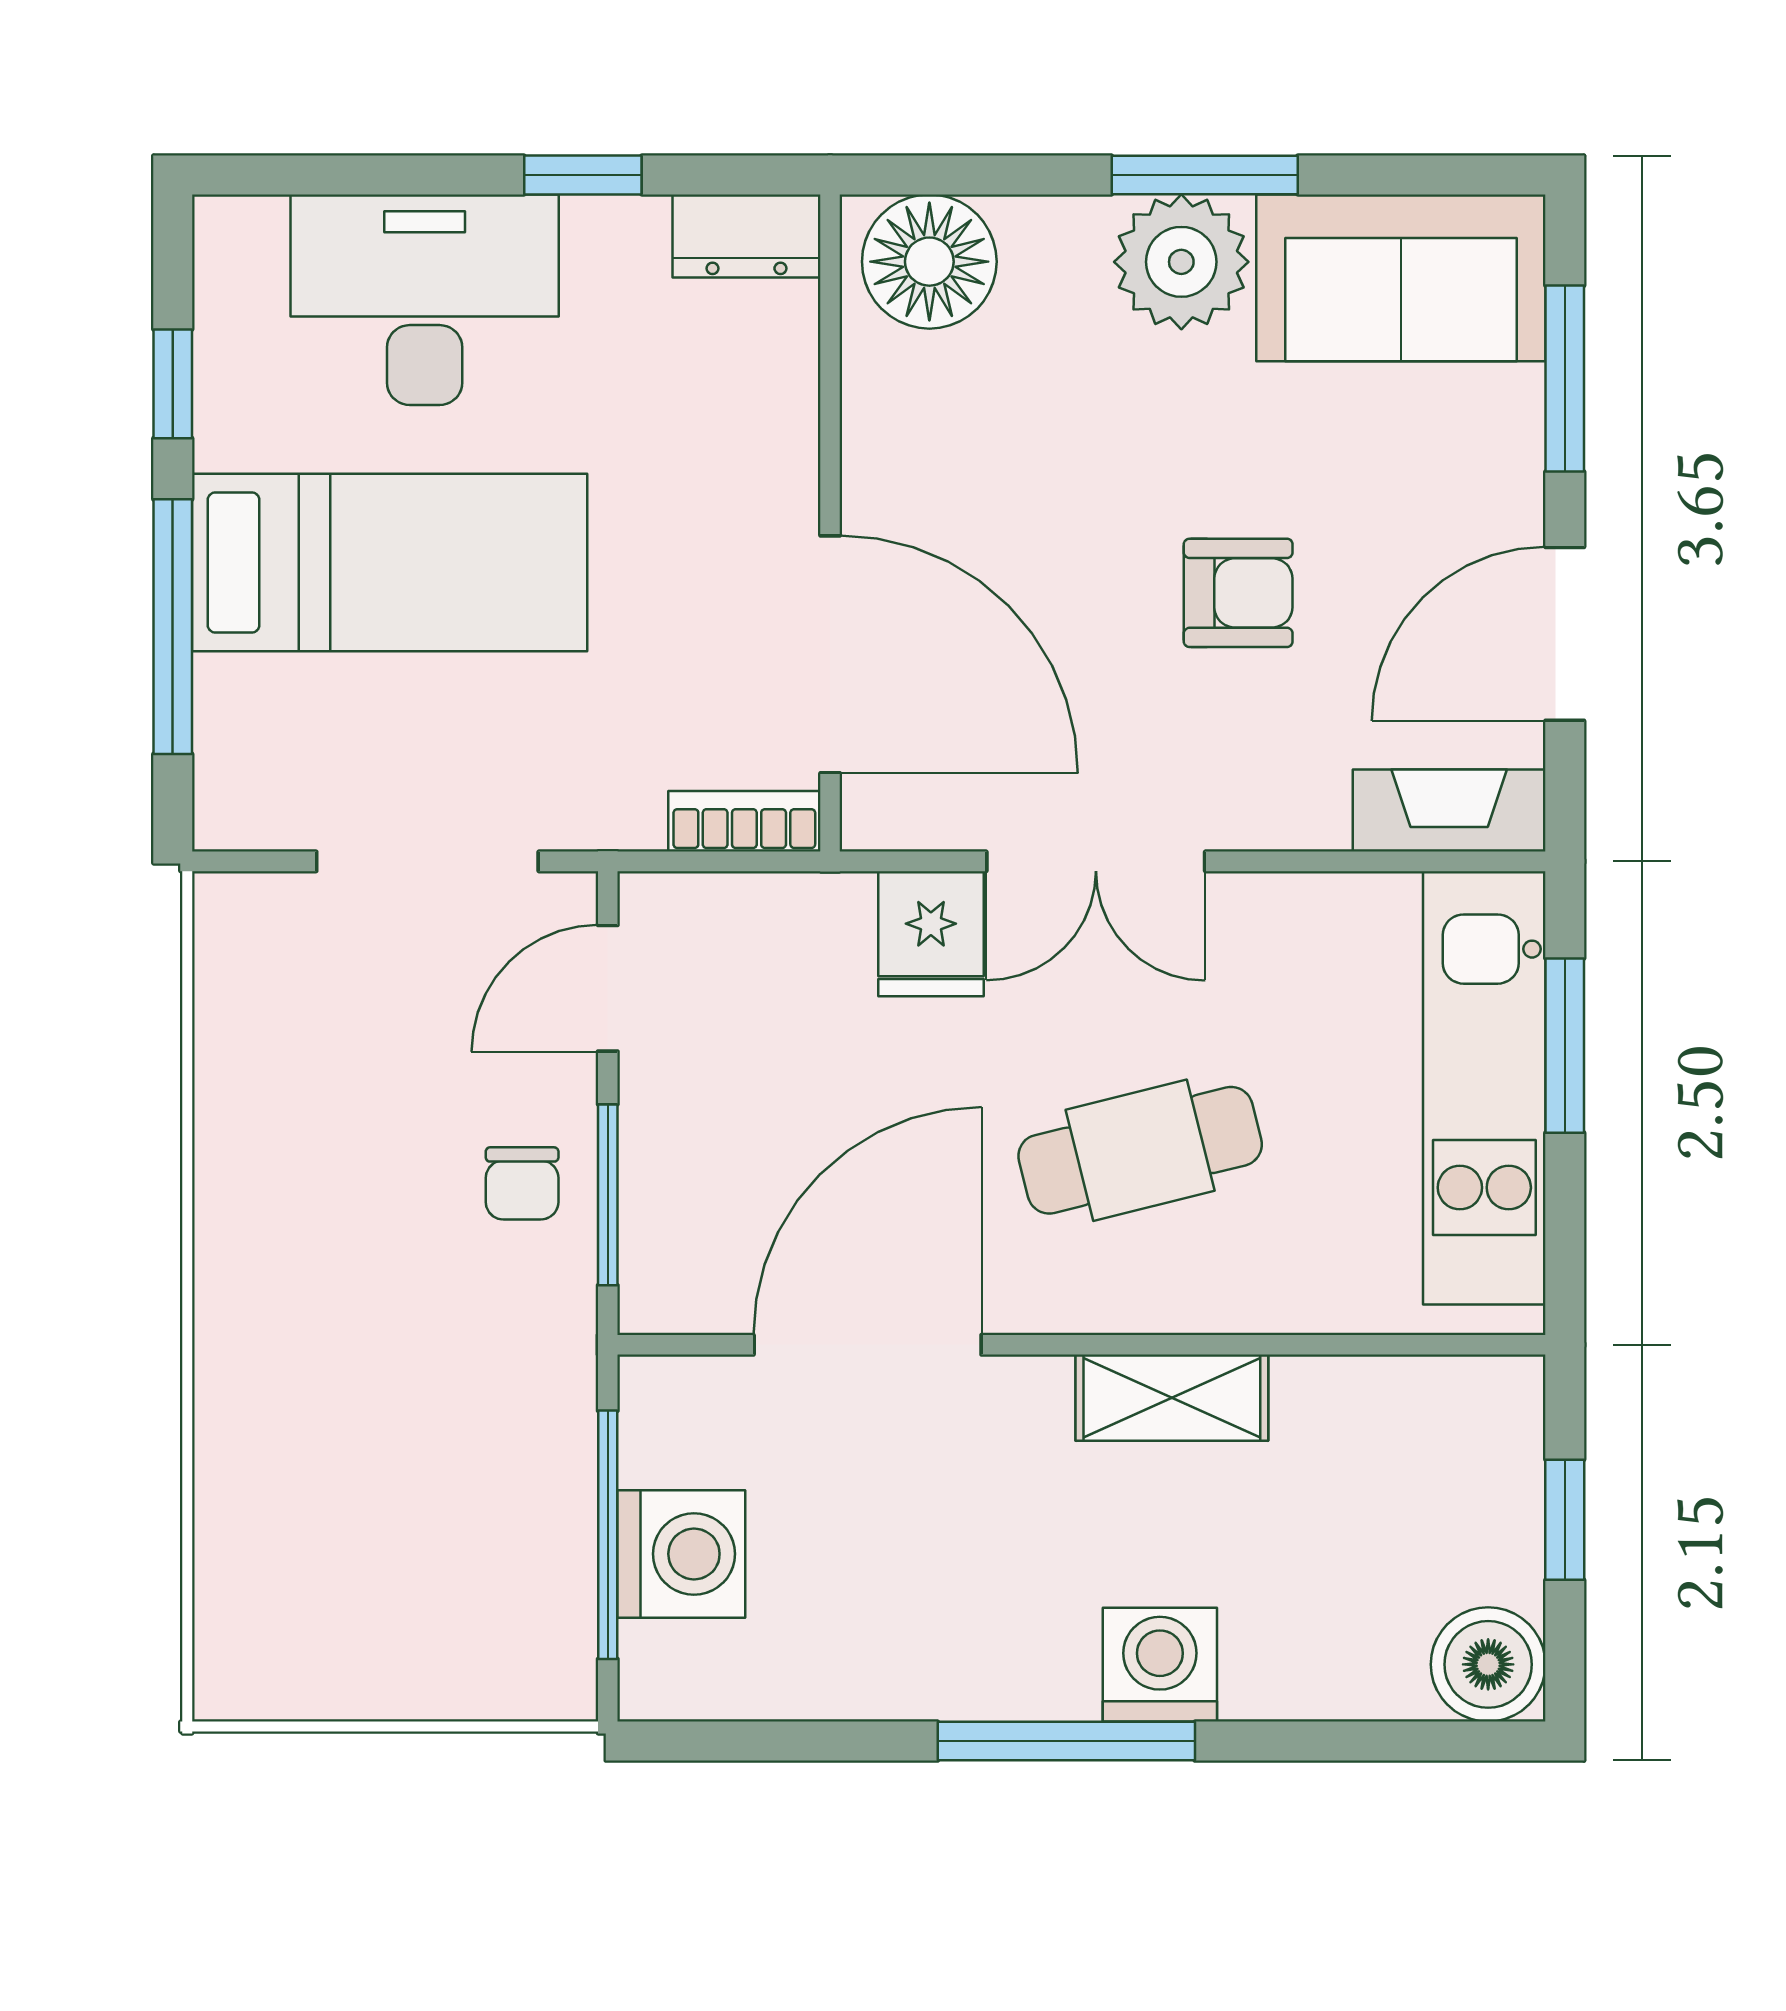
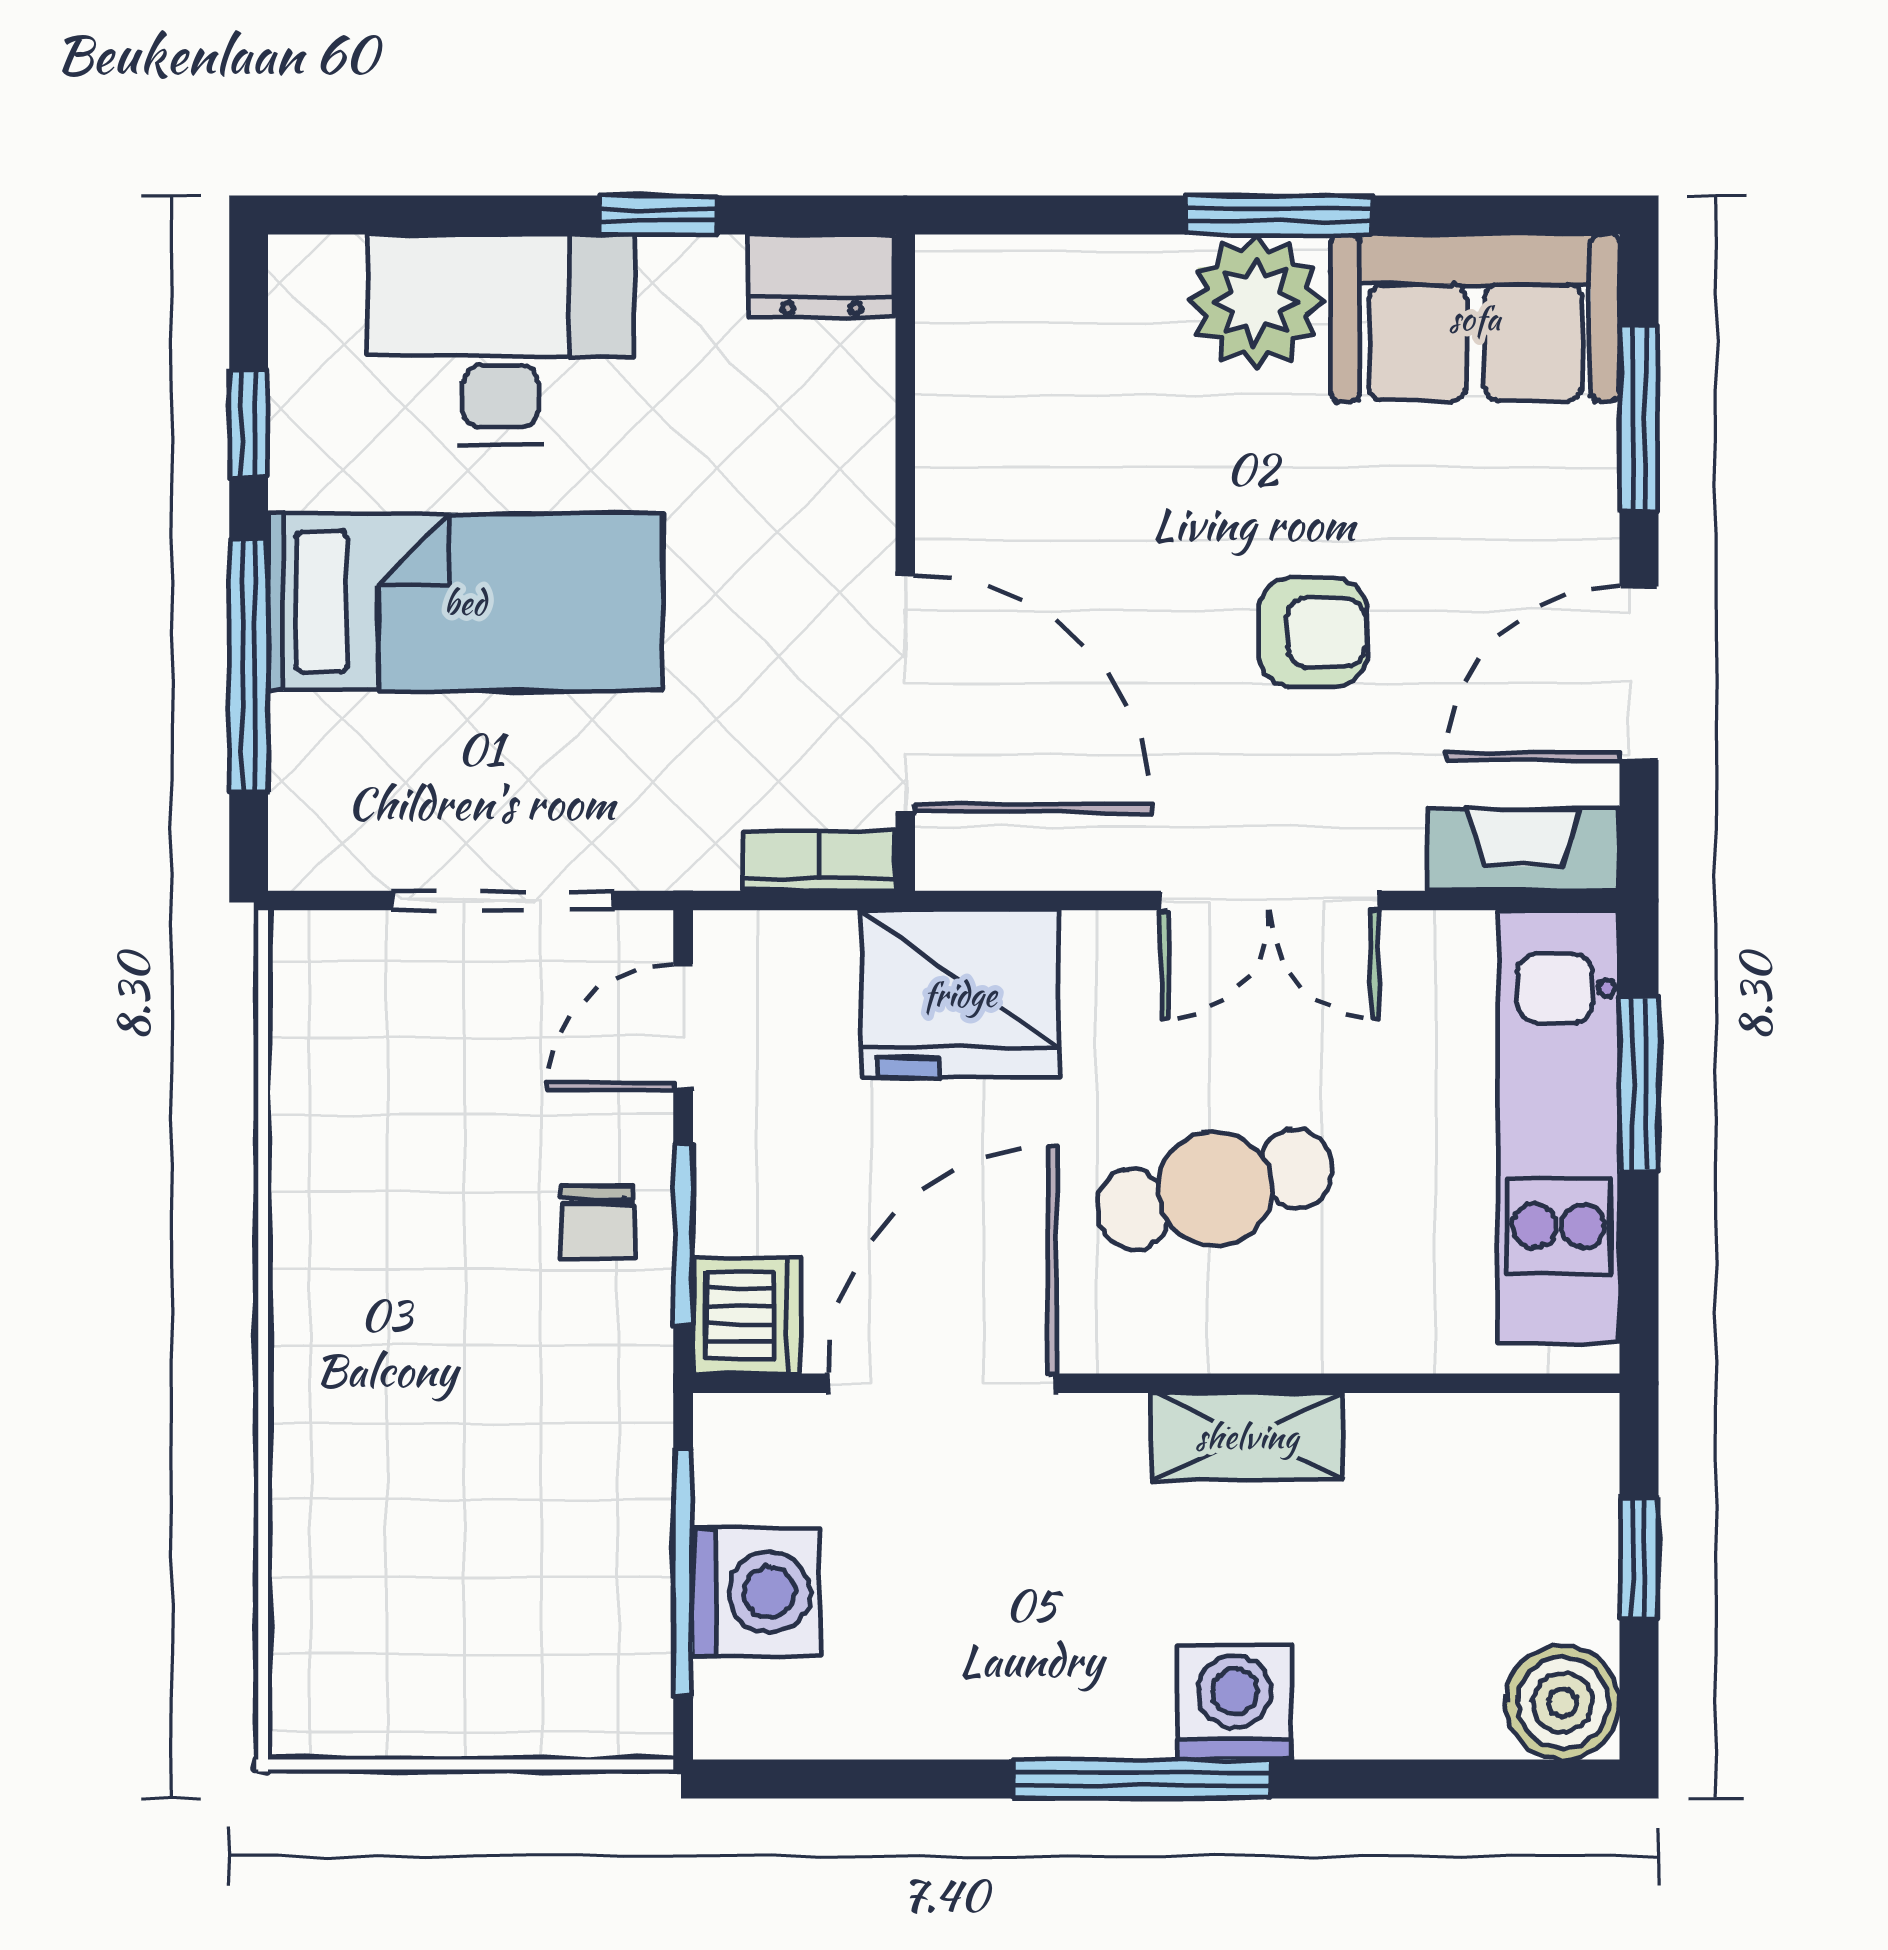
floor lamp: (929, 262) -> (1004, 301), removed
double door: (1096, 861) -> (1270, 900), moved
fridge: (931, 934) -> (960, 994), width x1.88, depth x1.34
dishwasher: (672, 1277) -> (747, 1315), added

